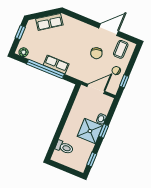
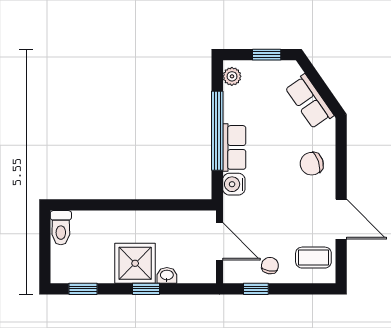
chair: (96, 53) -> (312, 164), moved
water cooler: (73, 72) -> (234, 184), added
toilet: (64, 147) -> (61, 228), moved

